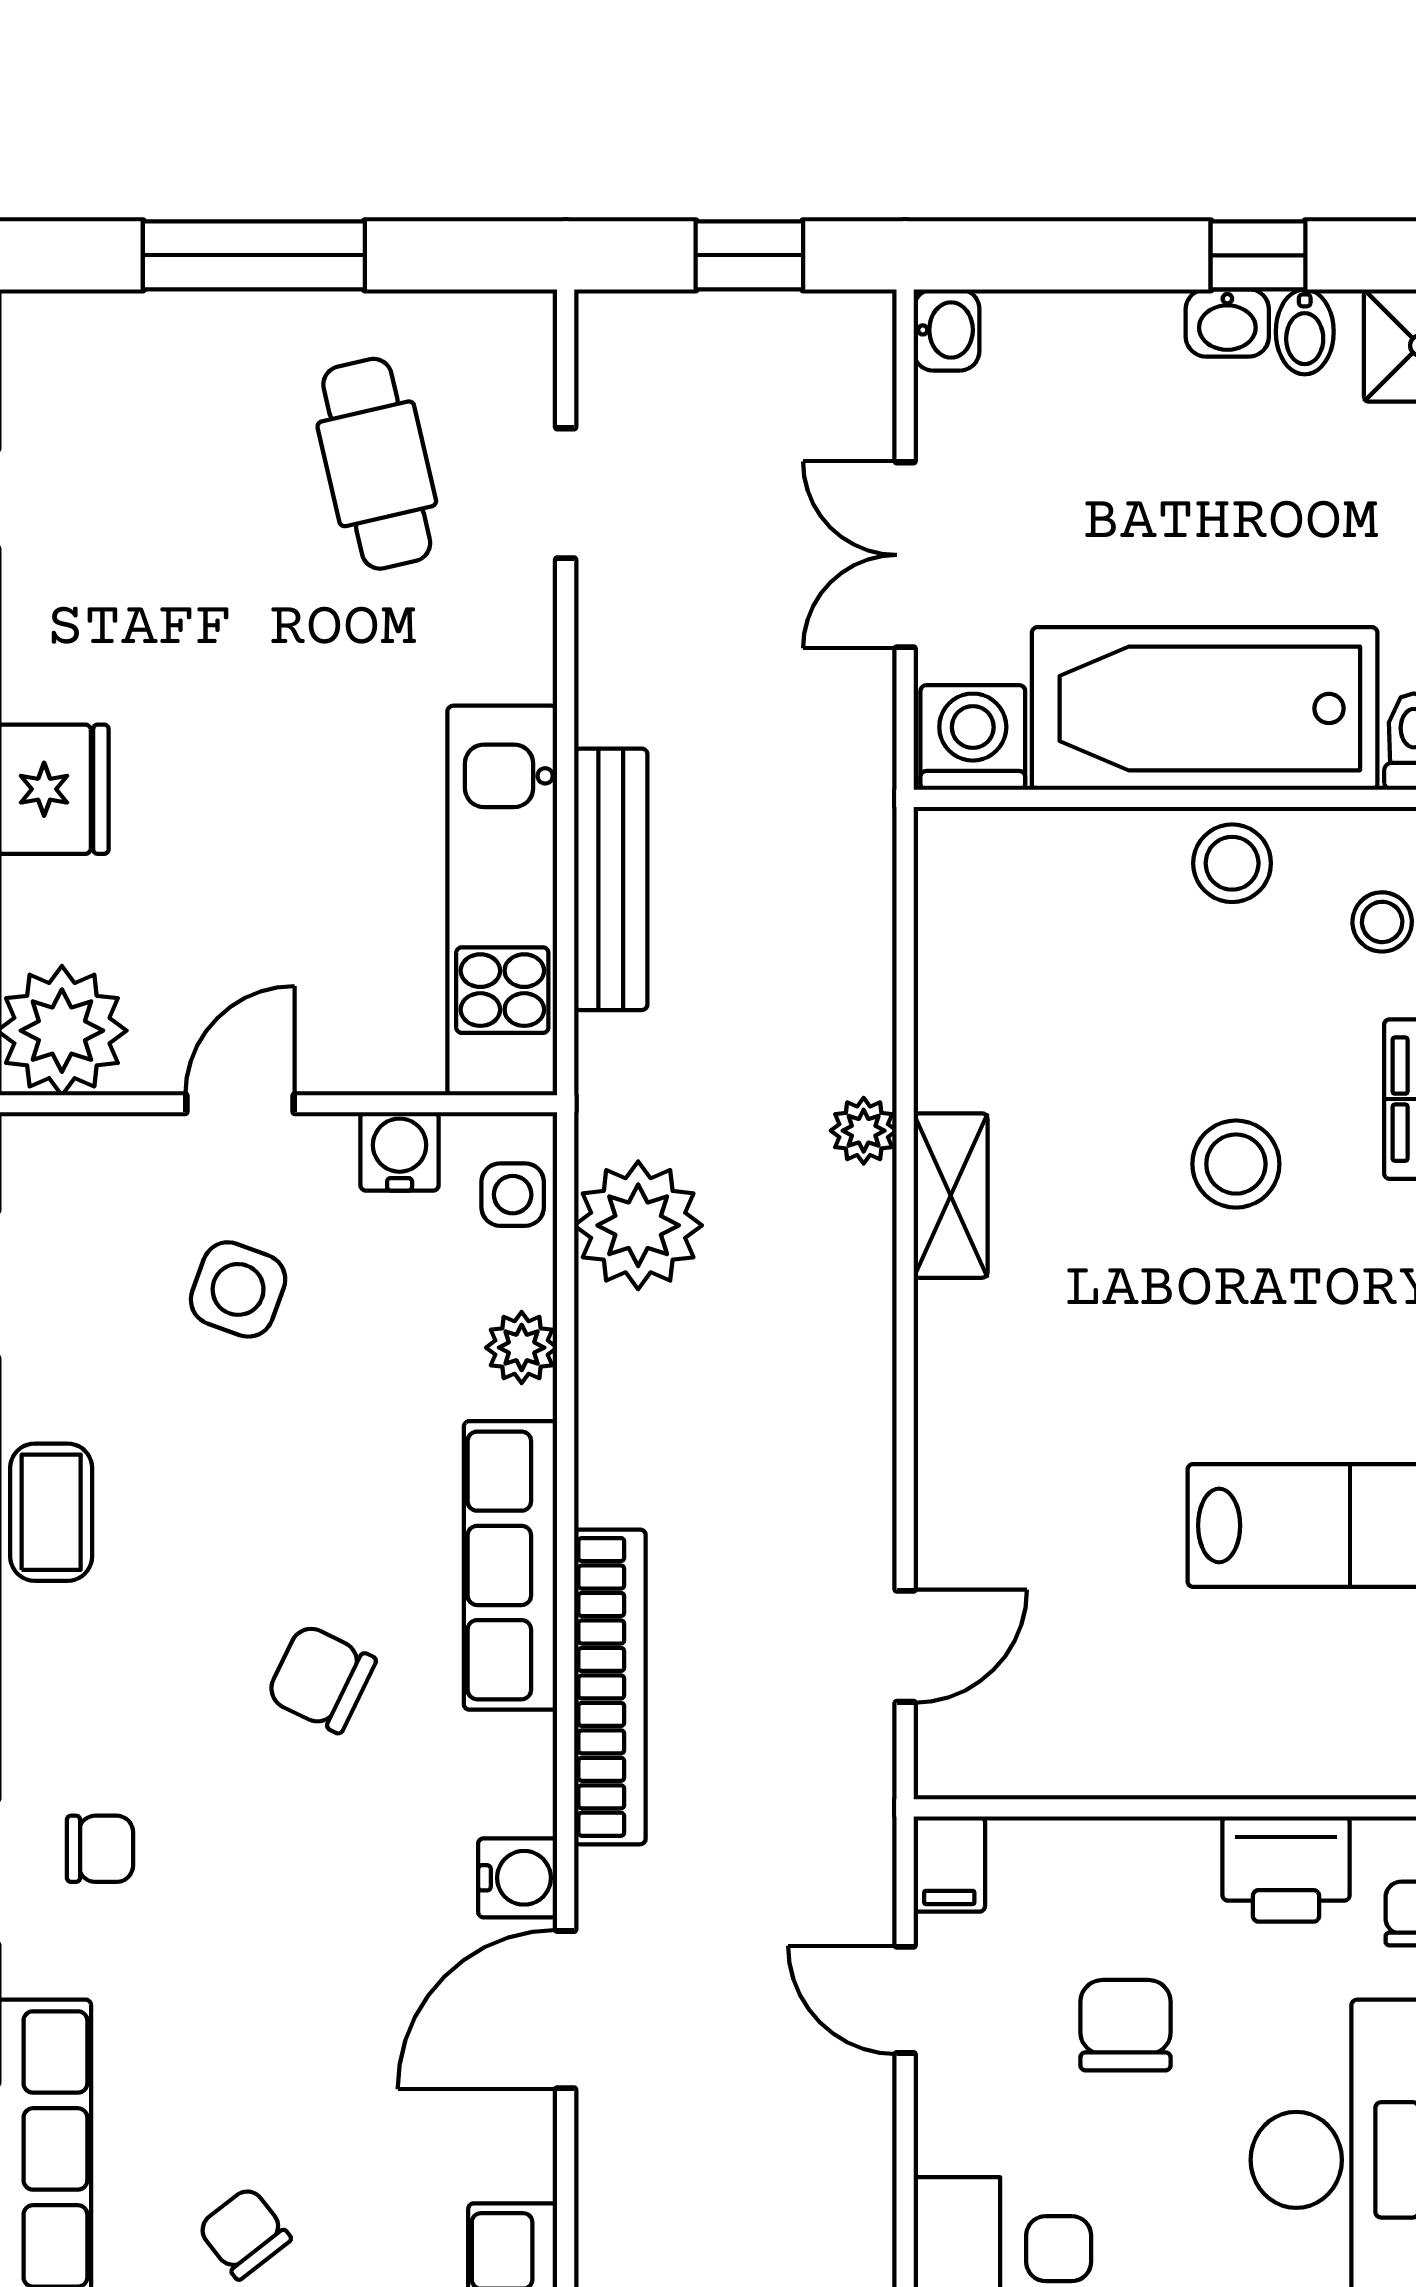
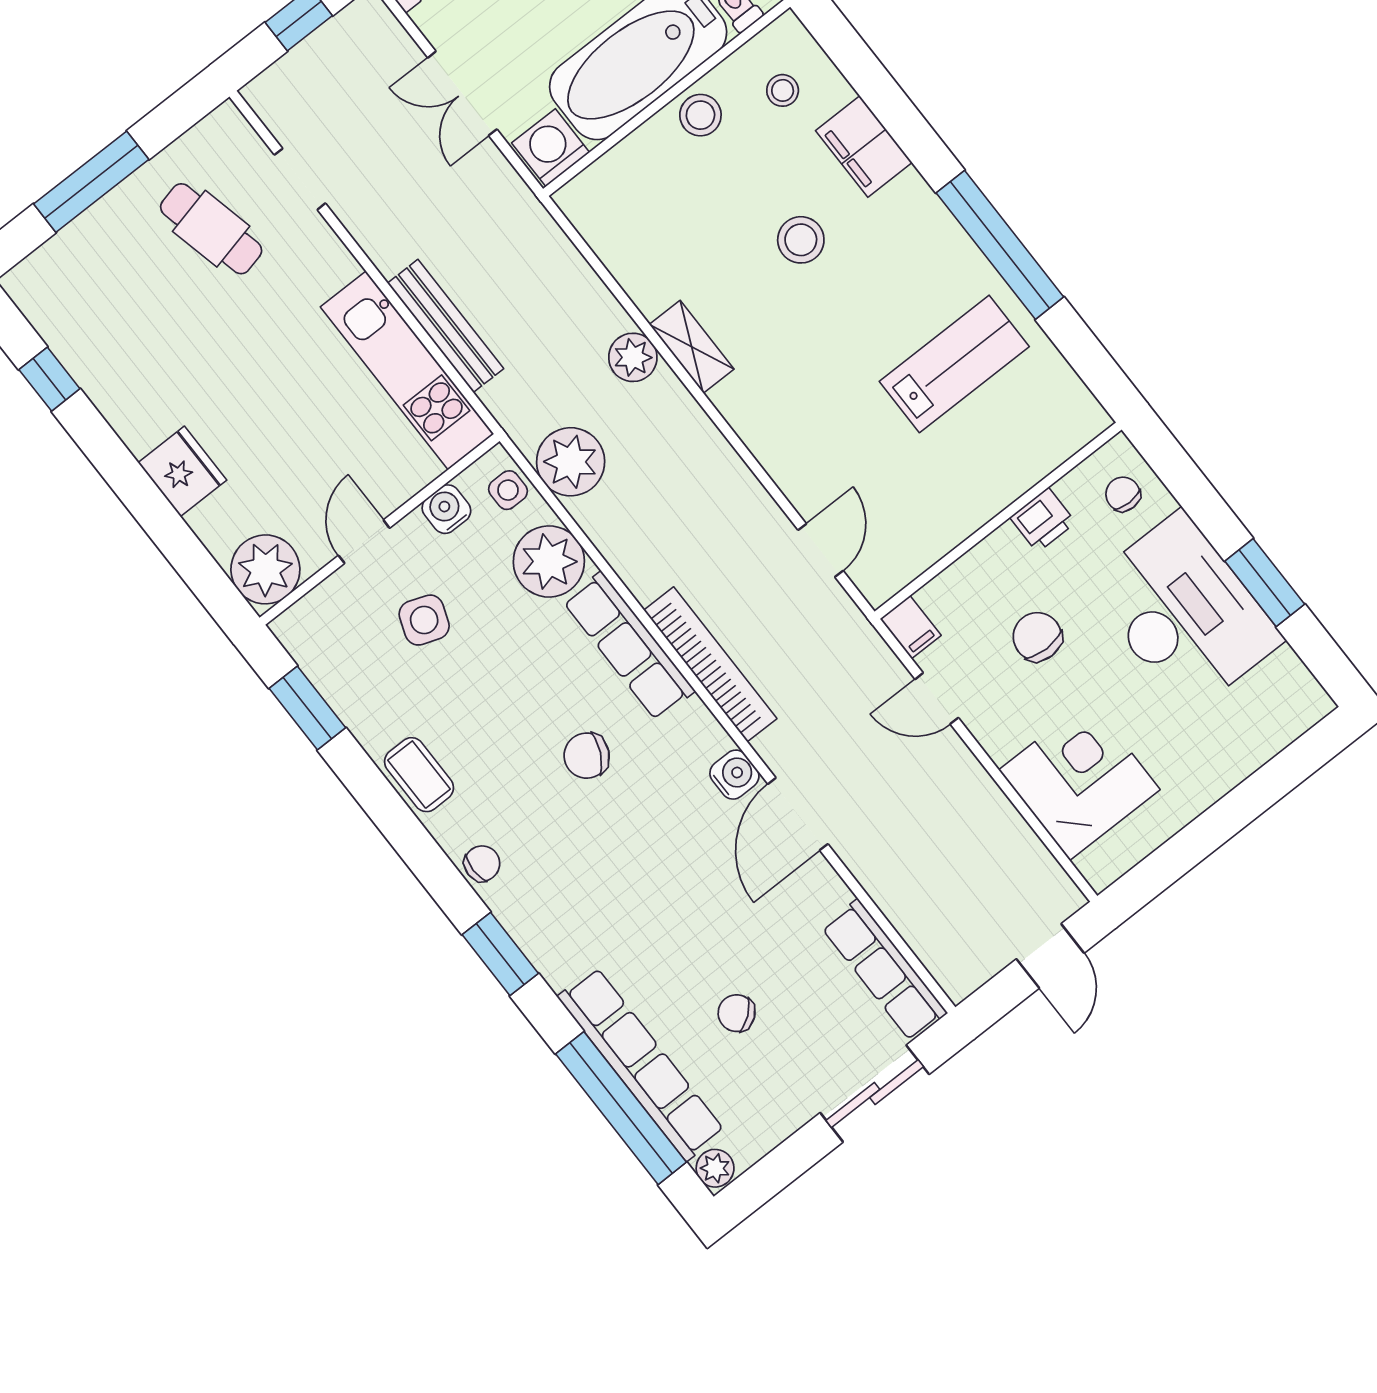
plant: (864, 1131) -> (633, 357), width x1.38, depth x1.38
plant: (522, 1348) -> (549, 561), width x1.87, depth x1.87
chair: (100, 1849) -> (482, 864), moved
printer: (1286, 1869) -> (1043, 520), width x0.73, depth x0.81

